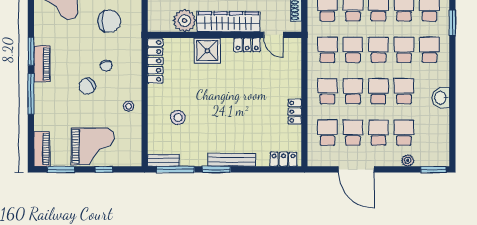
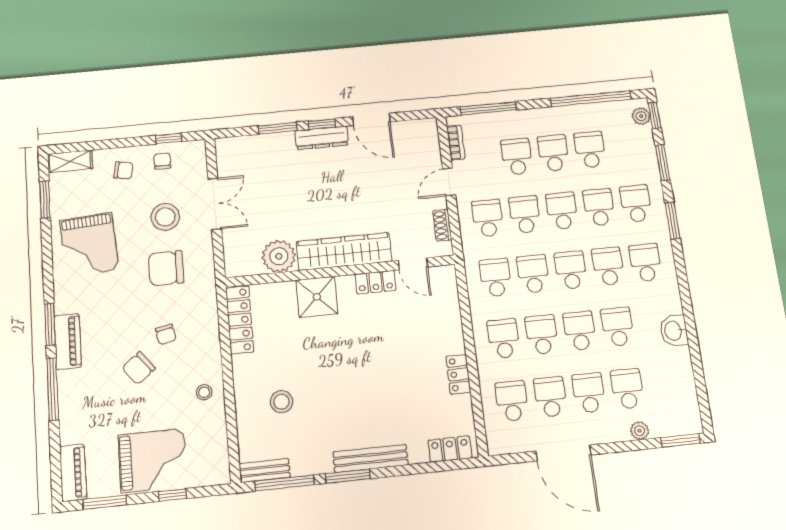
chair: (109, 21) -> (166, 268), turned 180

